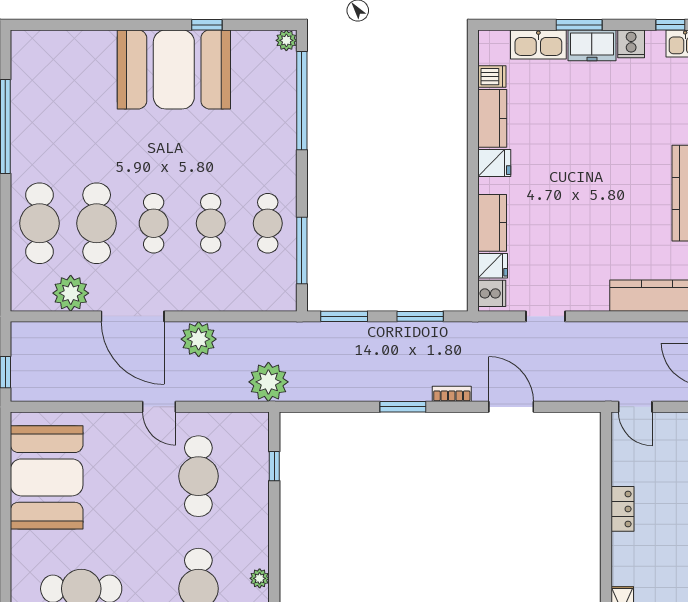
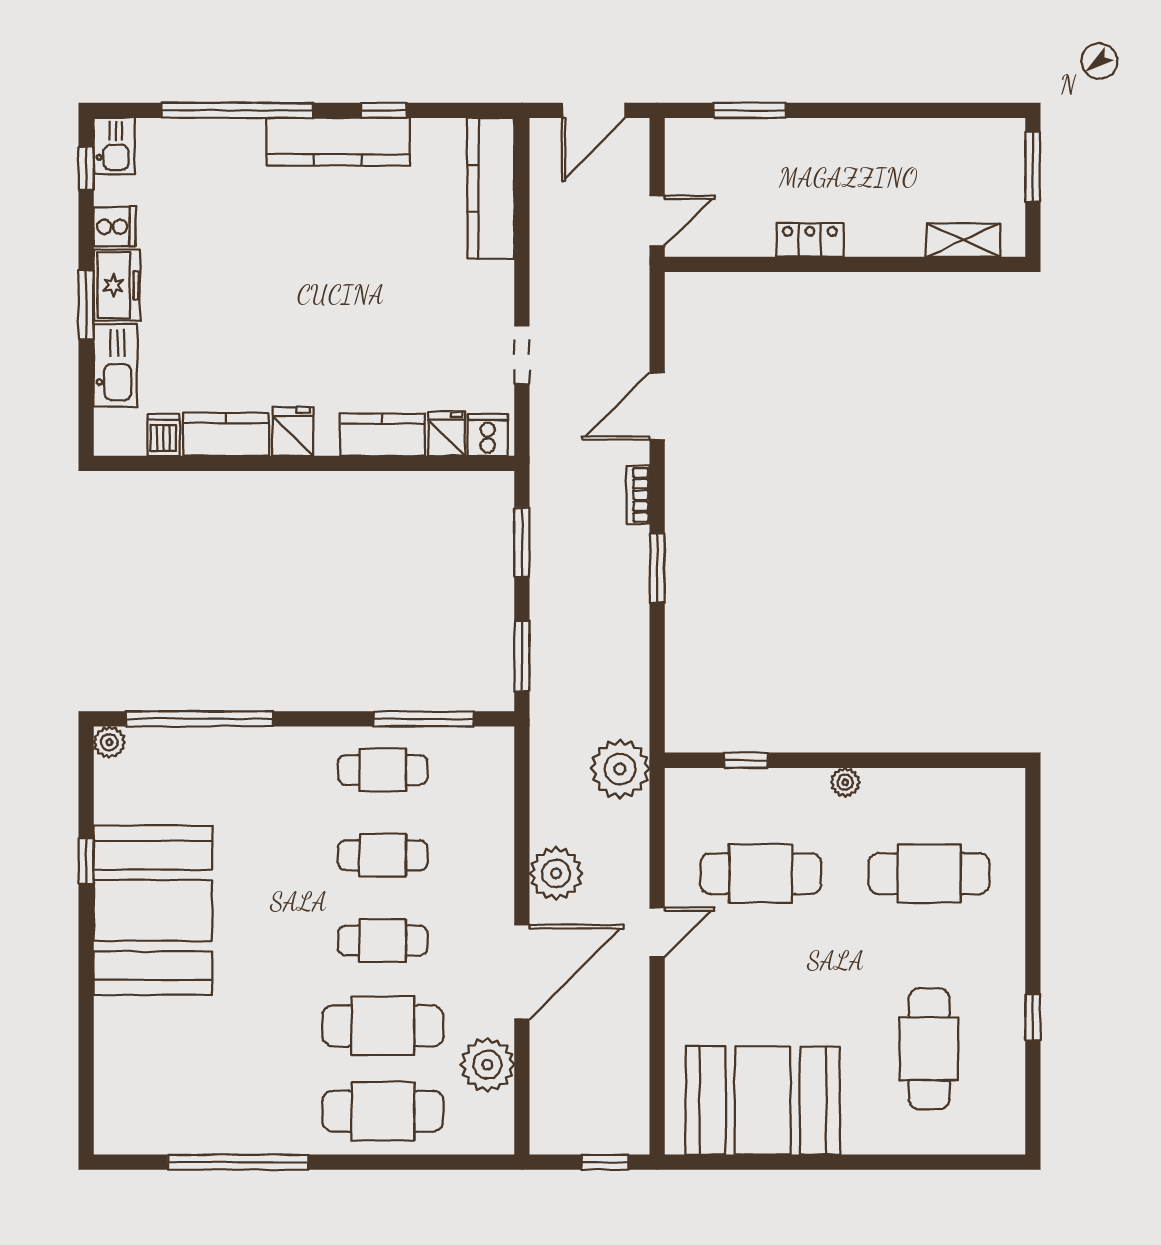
plant: (260, 578) -> (845, 782), moved

